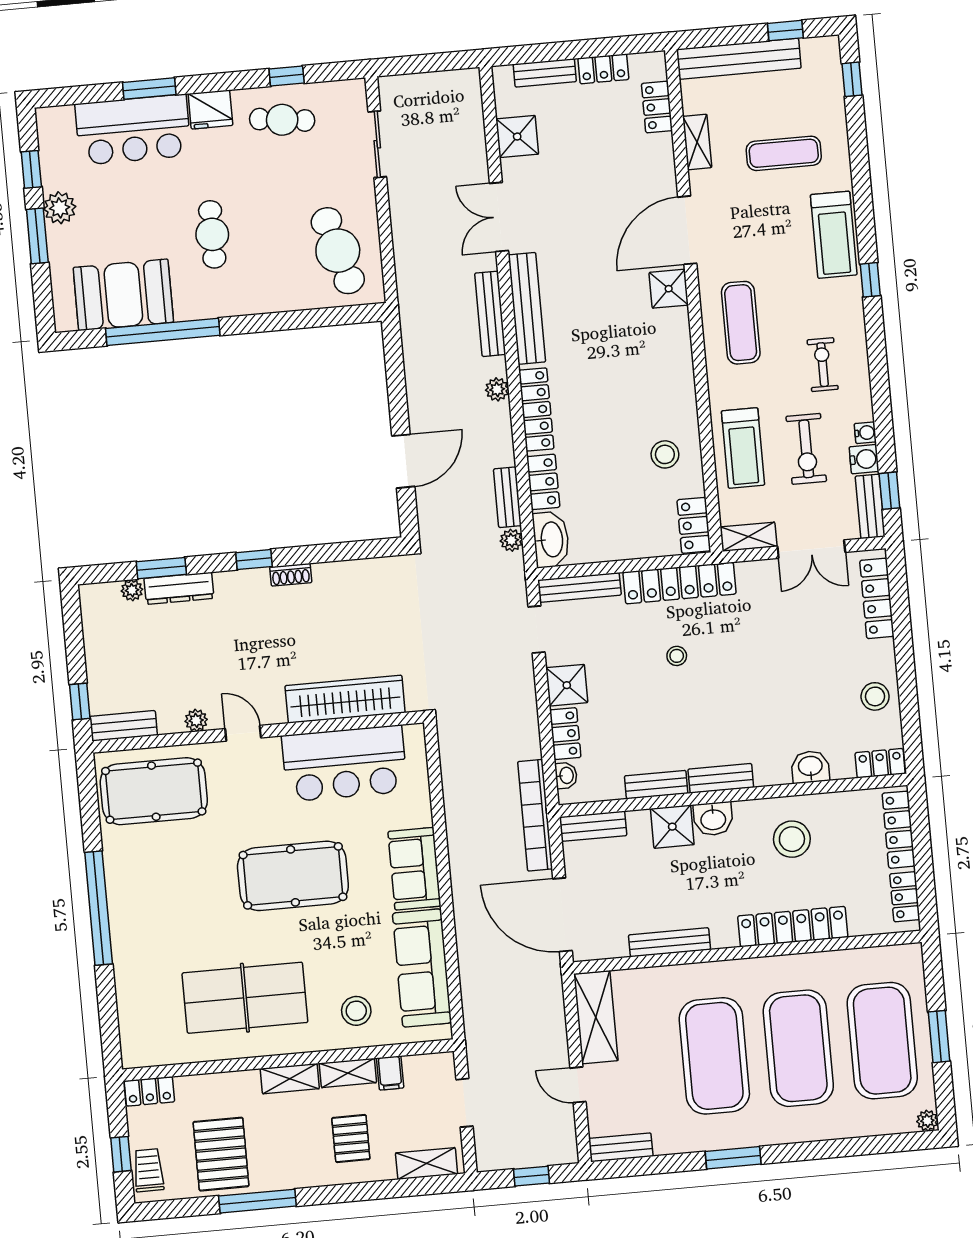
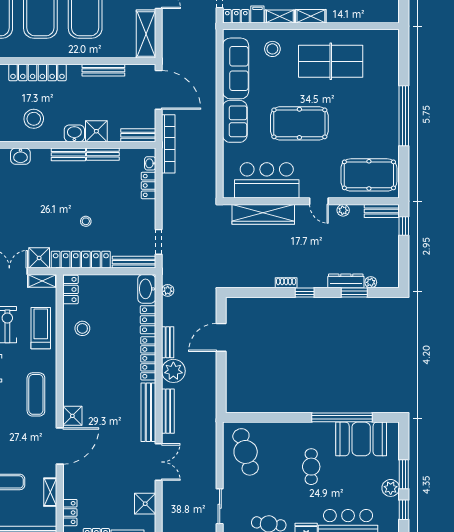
plant: (497, 389) -> (173, 371), width x1.88, depth x1.88
bench: (507, 497) -> (168, 342), moved
shower: (567, 685) -> (39, 258), moved
locker: (149, 1091) -> (236, 16), moved

